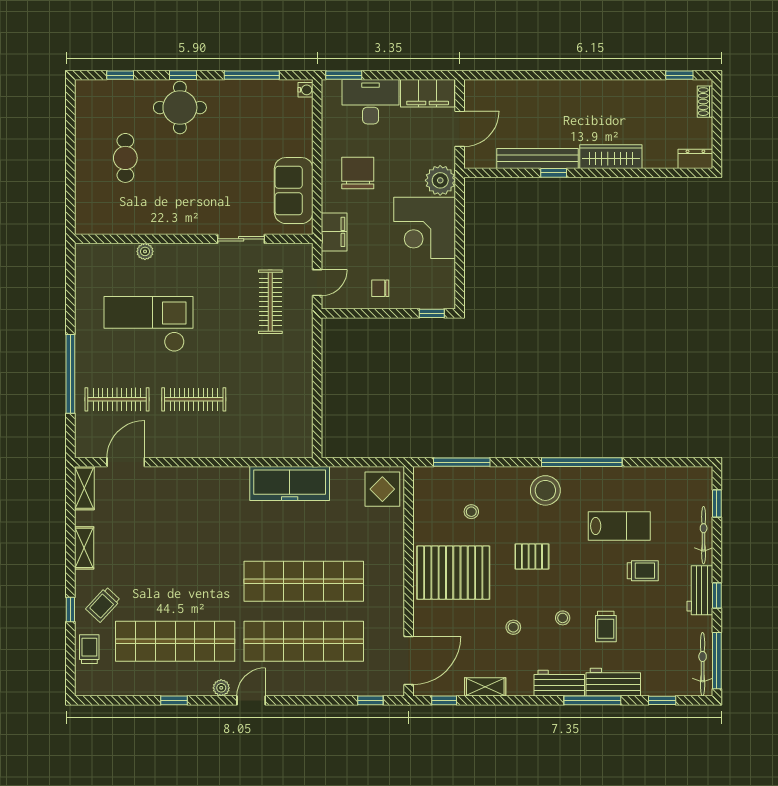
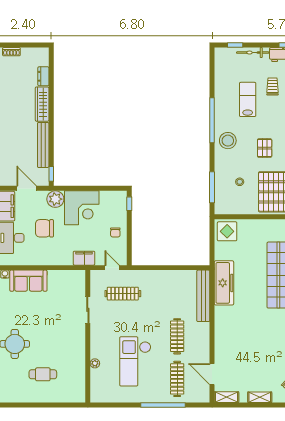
dresser: (695, 159) -> (43, 76), moved
chair: (358, 173) -> (44, 228), moved
window: (554, 173) -> (51, 174), moved
sofa: (294, 191) -> (28, 281), moved
bench: (266, 446) -> (203, 296), added

